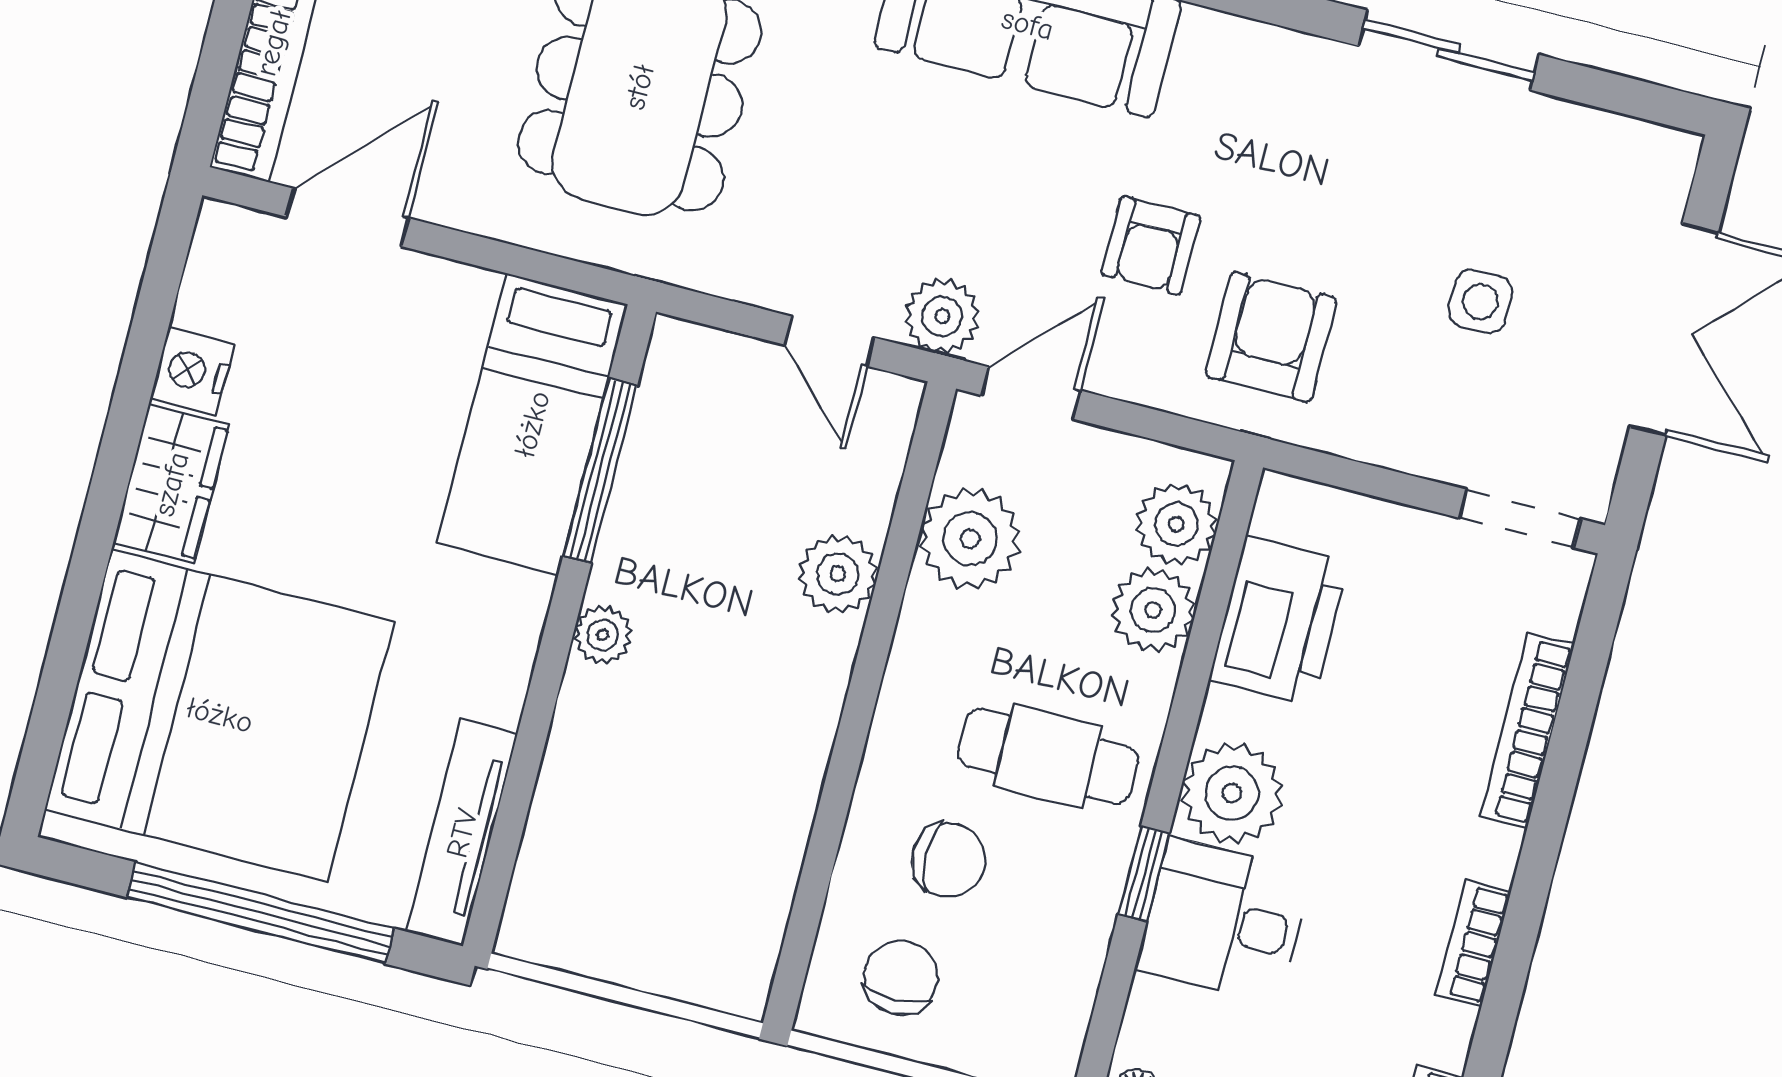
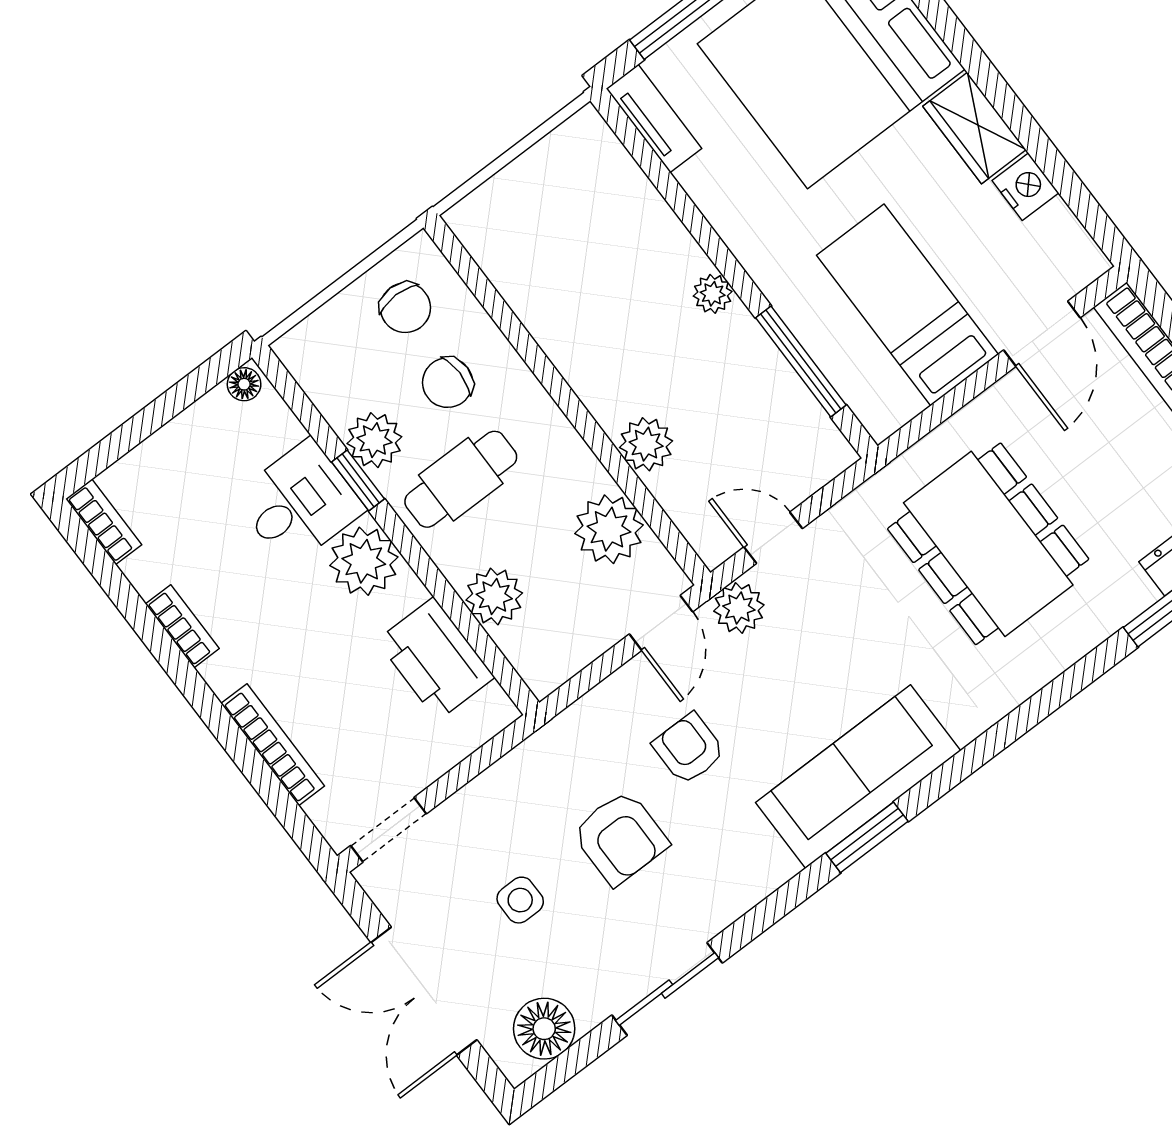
floor lamp: (1607, 156) -> (544, 1029), added
armchair: (1271, 337) -> (620, 838), moved
bed: (532, 424) -> (907, 305), moved
plant: (1176, 524) -> (374, 440), moved
tv unit: (462, 833) -> (654, 118), width x0.71

